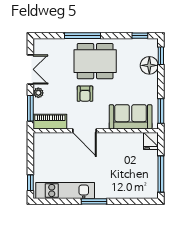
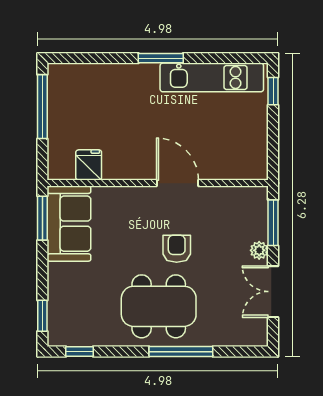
floor lamp: (149, 65) -> (63, 299), removed
sofa: (131, 117) -> (69, 224), moved, turned -90
piano: (50, 122) -> (239, 199), removed
fridge: (151, 141) -> (89, 165), moved

